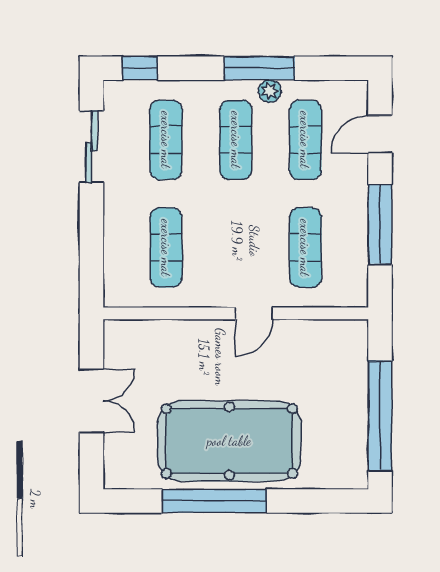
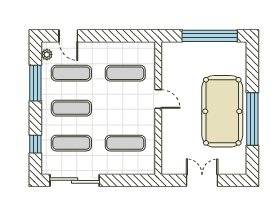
window: (140, 68) -> (35, 144), moved
window: (260, 68) -> (35, 83), moved
plant: (270, 91) -> (47, 55), moved
sliding door: (91, 147) -> (75, 180), width x1.37
window: (380, 224) -> (114, 36), removed

